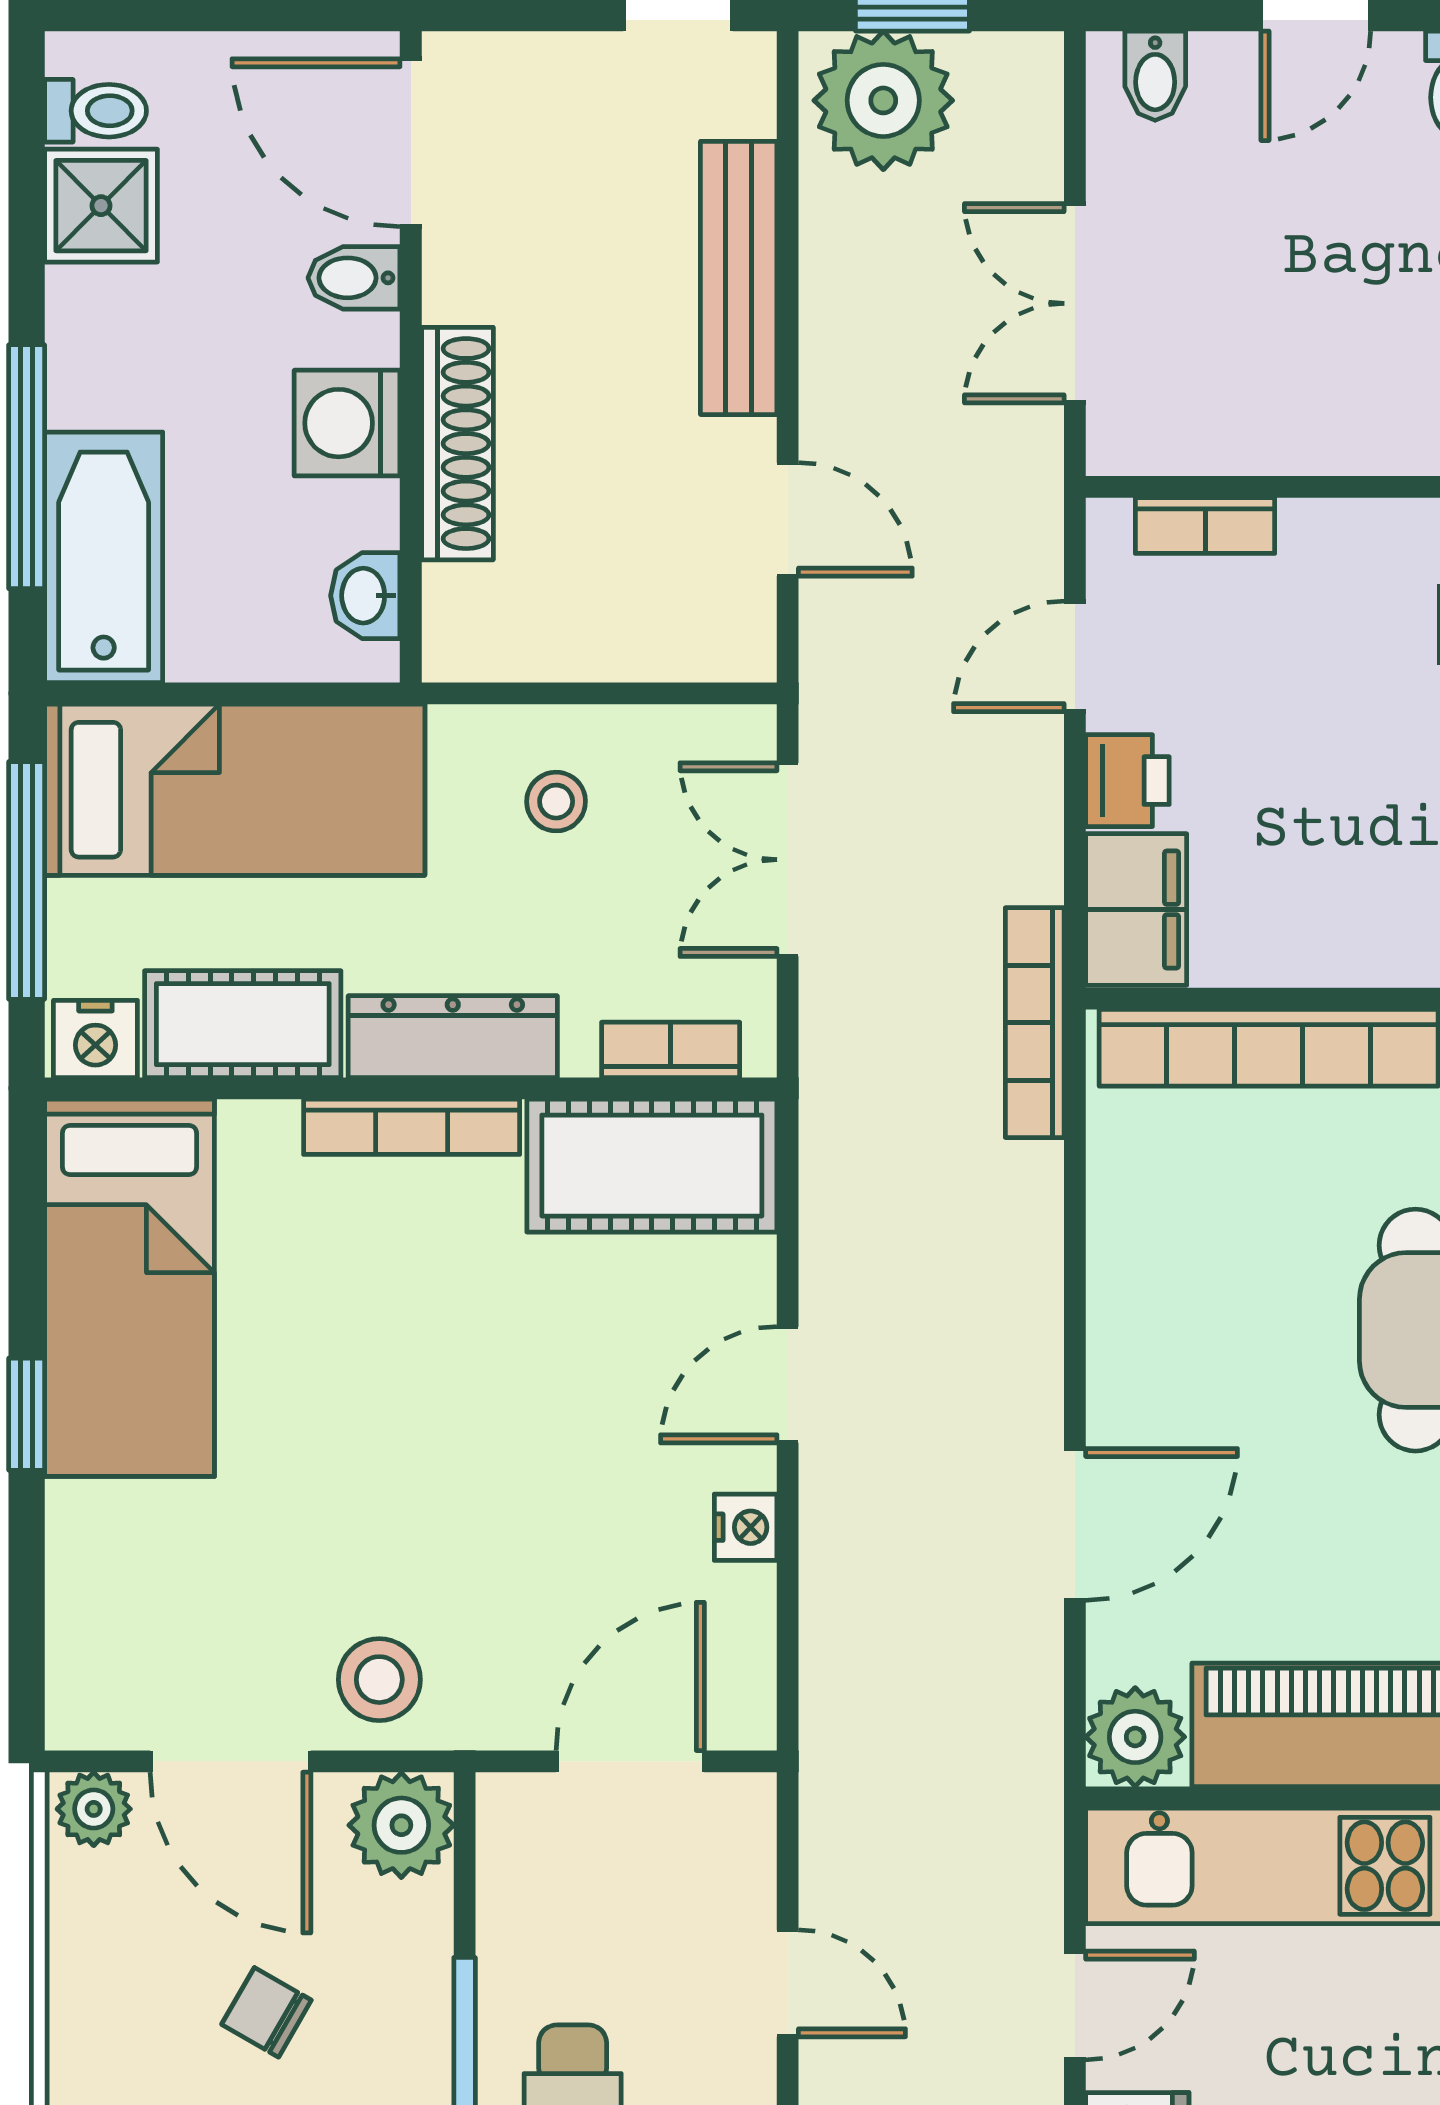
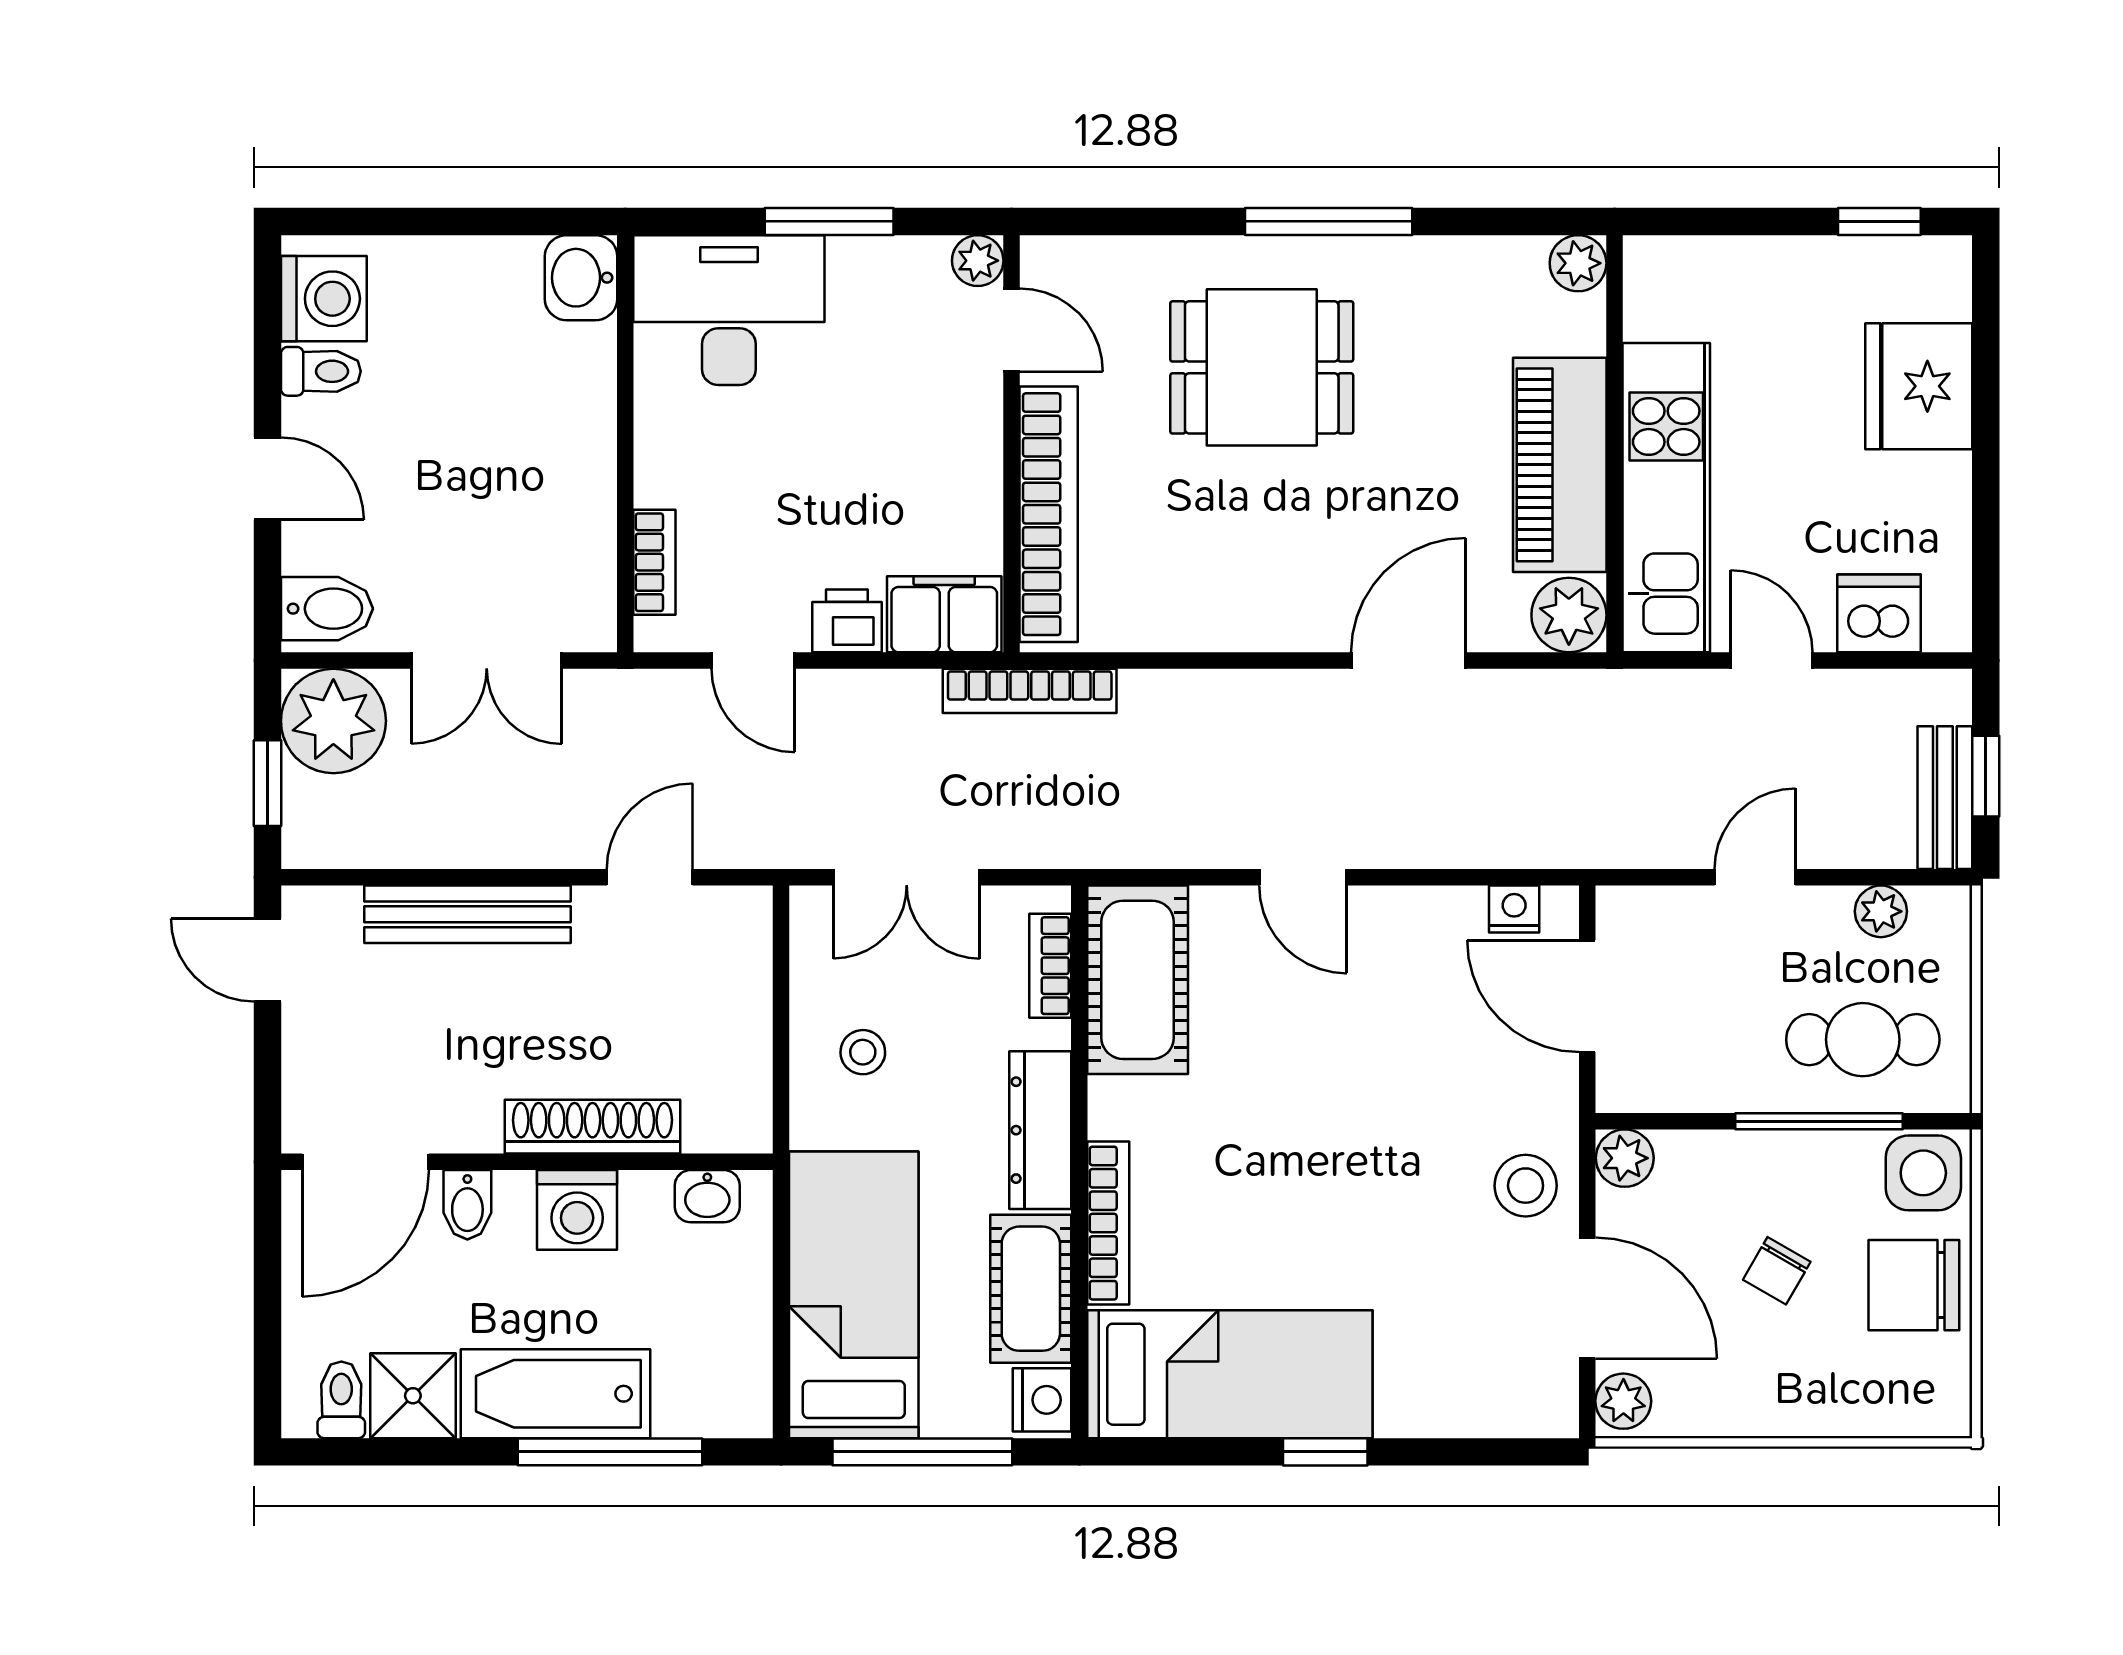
bidet: (1155, 76) -> (327, 609), width x1.38, depth x1.36
plant: (883, 100) -> (333, 721), moved
bathtub: (104, 557) -> (556, 1394), moved
bookcase: (412, 1127) -> (1108, 1223), moved
door: (1075, 1524) -> (1408, 660), hinge flipped
nightstand: (746, 1527) -> (1514, 909), moved
door: (230, 1761) -> (1587, 1298), hinge flipped
plant: (401, 1825) -> (1625, 1158), width x0.73, depth x0.73

